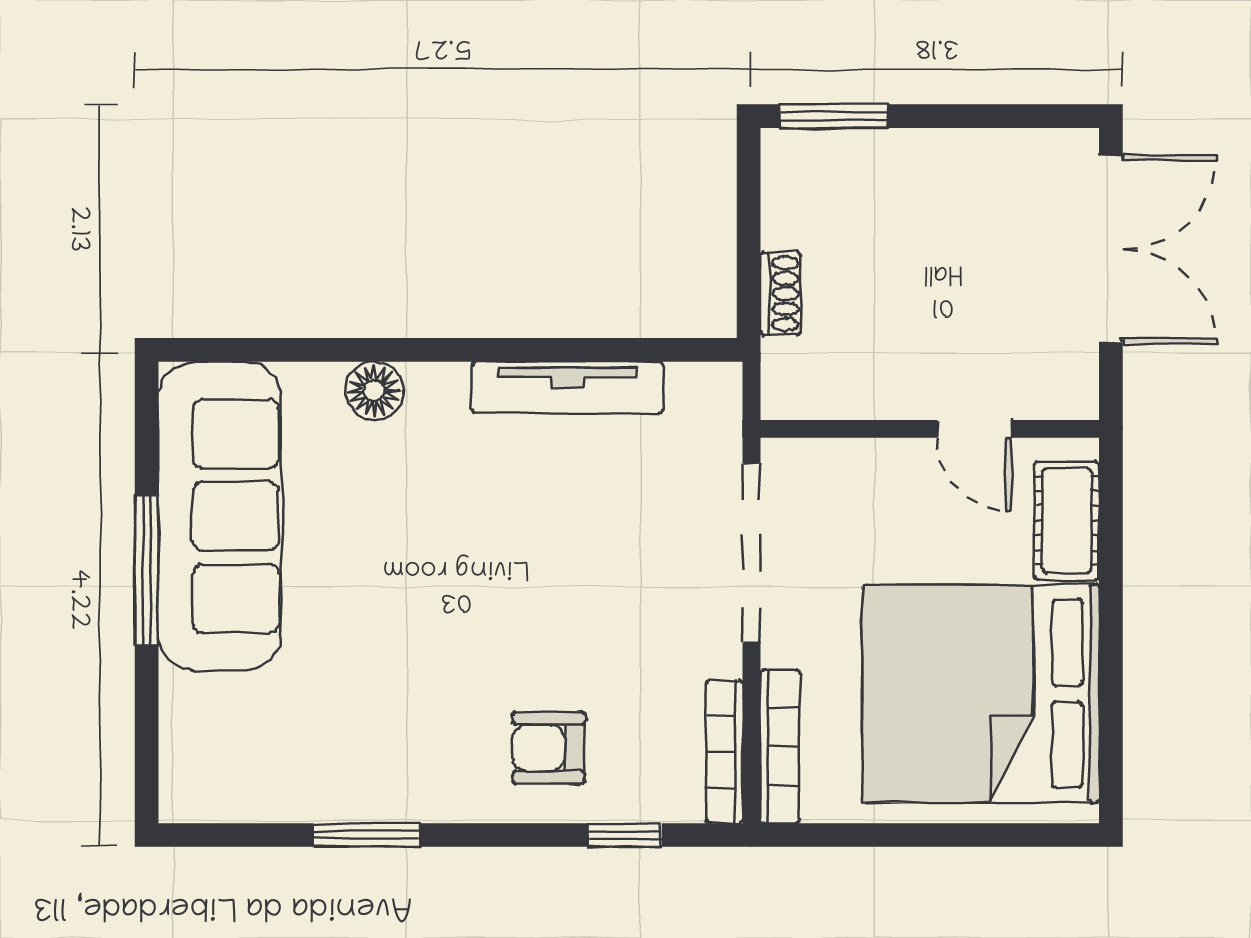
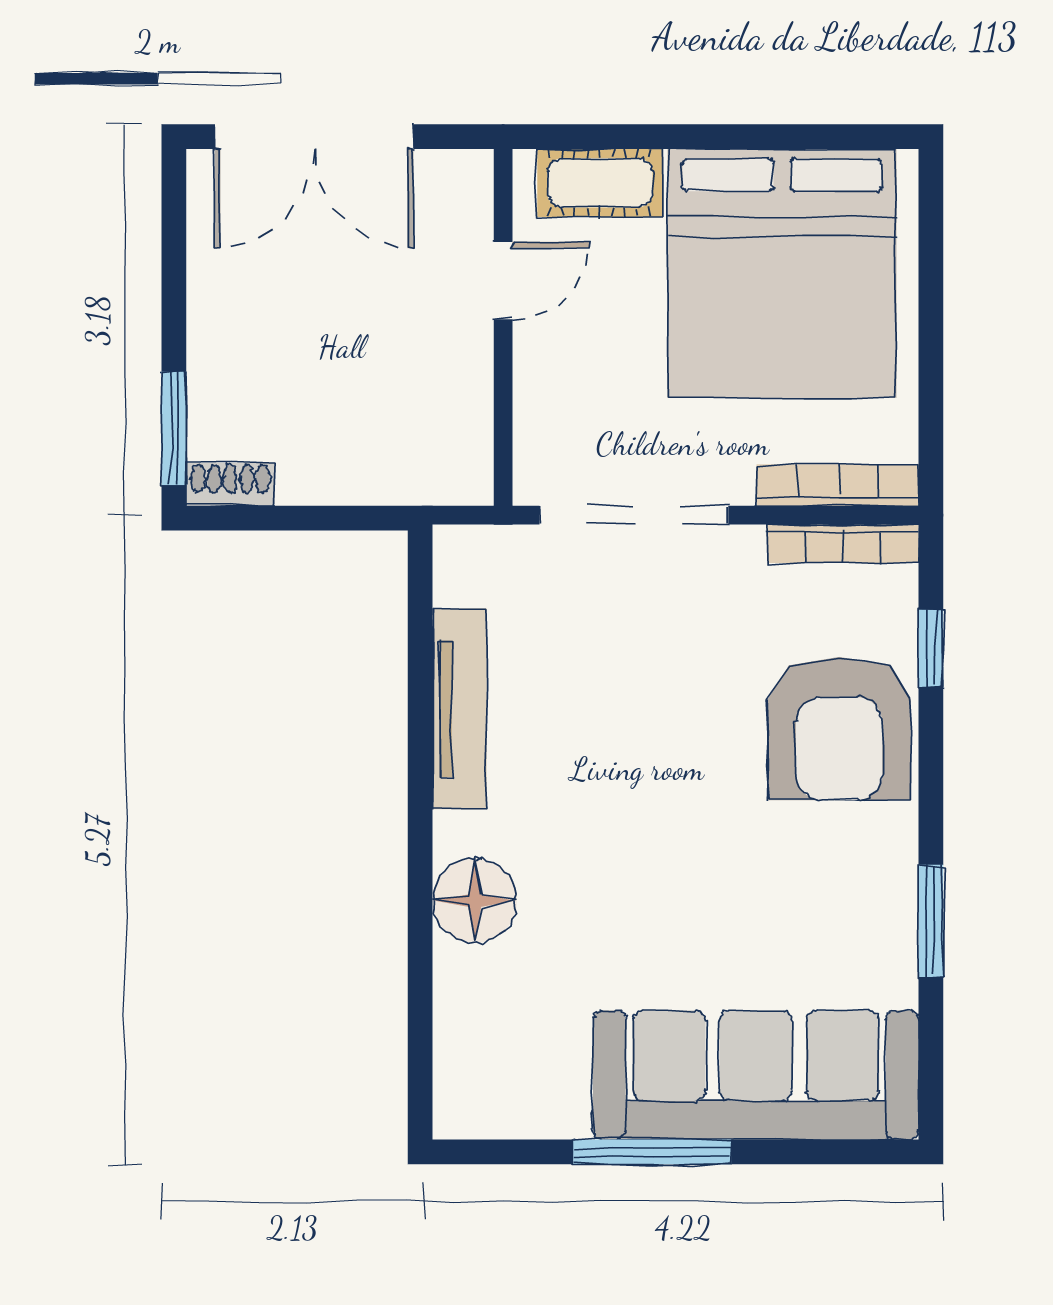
double door: (1111, 249) -> (314, 137), swing flipped
shoe rack: (781, 294) -> (230, 484), moved
floor lamp: (374, 391) -> (475, 901), width x1.38, depth x1.38
sofa: (220, 516) -> (756, 1075), moved
armchair: (549, 748) -> (839, 729), width x1.88, depth x1.88

